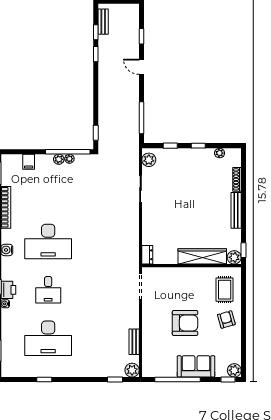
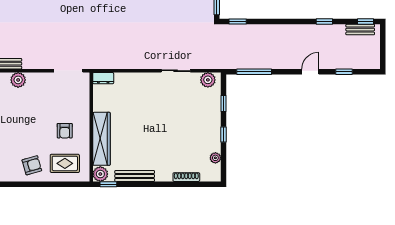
window: (96, 32) -> (366, 21), moved
bench: (236, 210) -> (135, 176), moved
armchair: (185, 323) -> (65, 131), moved, width x0.53, depth x0.53
plant: (149, 332) -> (18, 80), added

